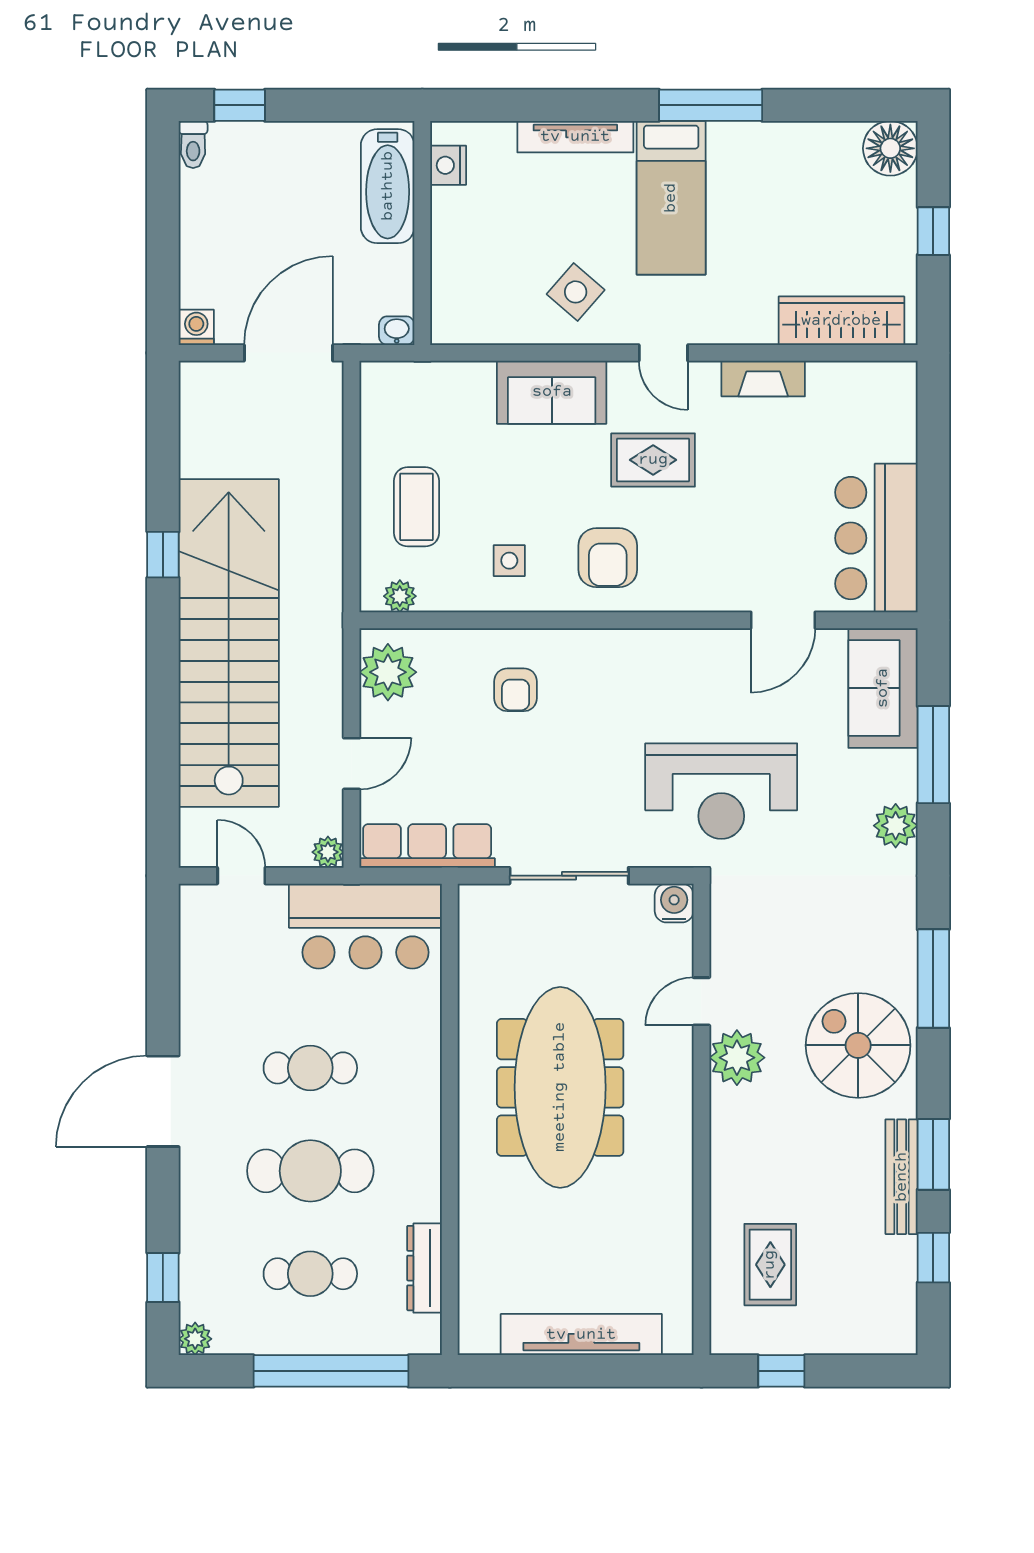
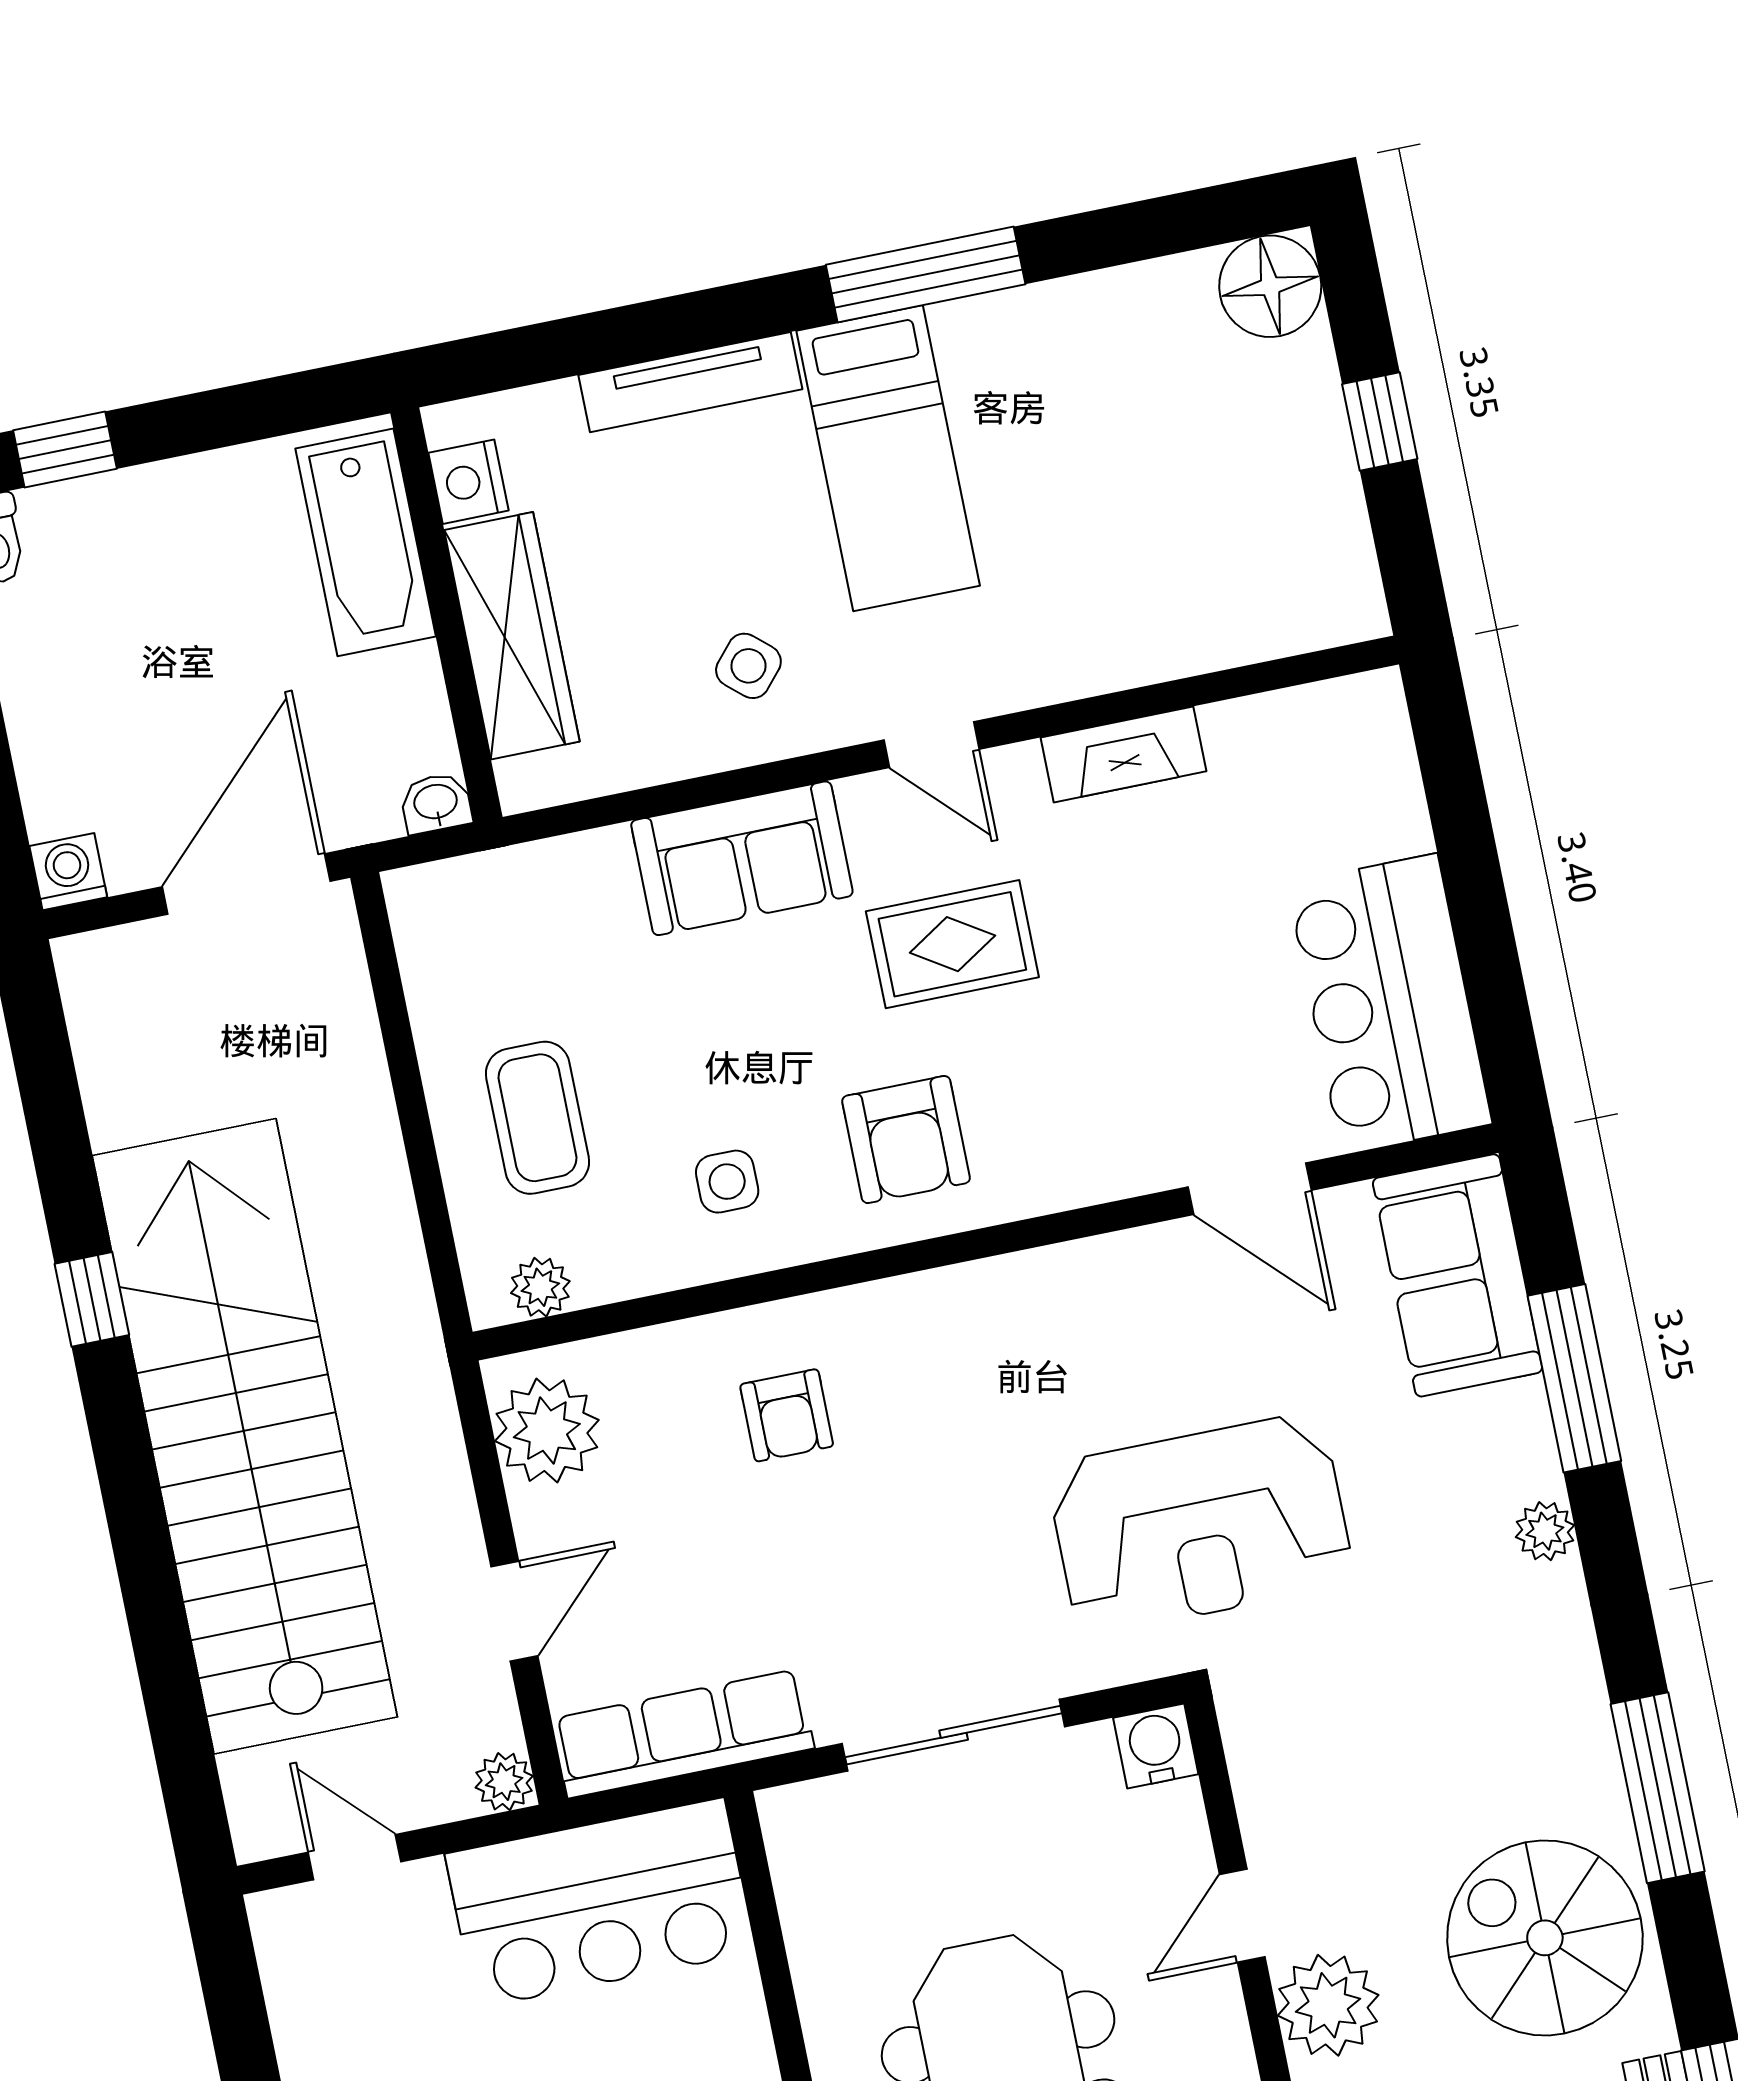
side table: (576, 292) -> (748, 666), width x0.73, depth x0.73
wardrobe: (841, 321) -> (512, 636), moved, turned 90
door: (783, 620) -> (1250, 1189), hinge flipped
plant: (896, 826) -> (1545, 1531), width x0.73, depth x0.73

